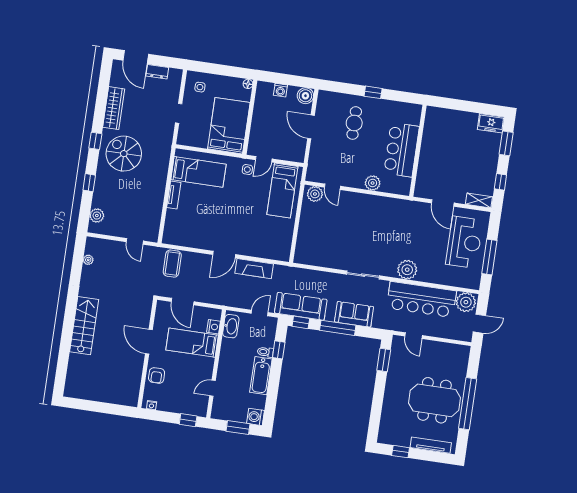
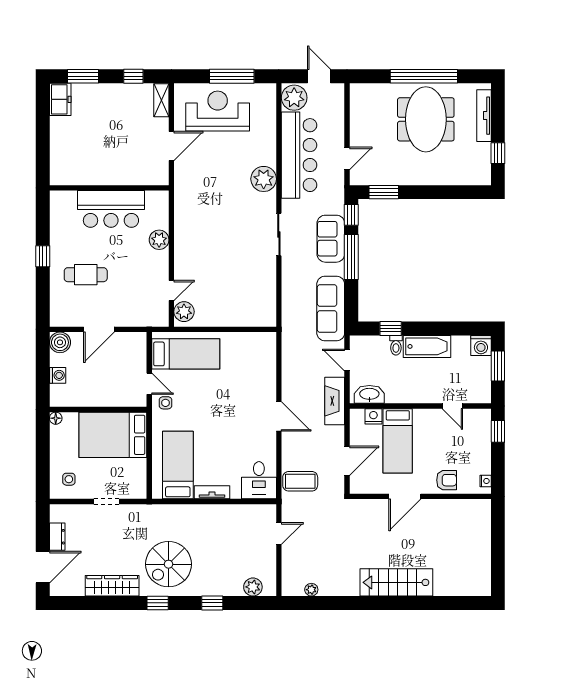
desk: (178, 232) -> (259, 480), added
fireplace: (254, 269) -> (335, 401), moved, turned 180
window: (301, 322) -> (351, 215), moved

